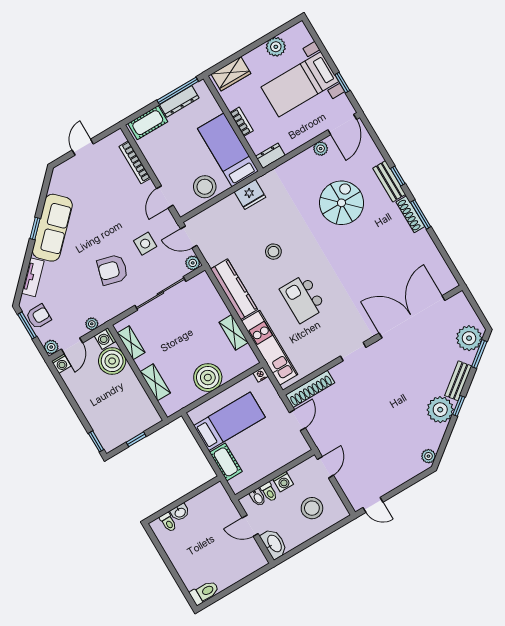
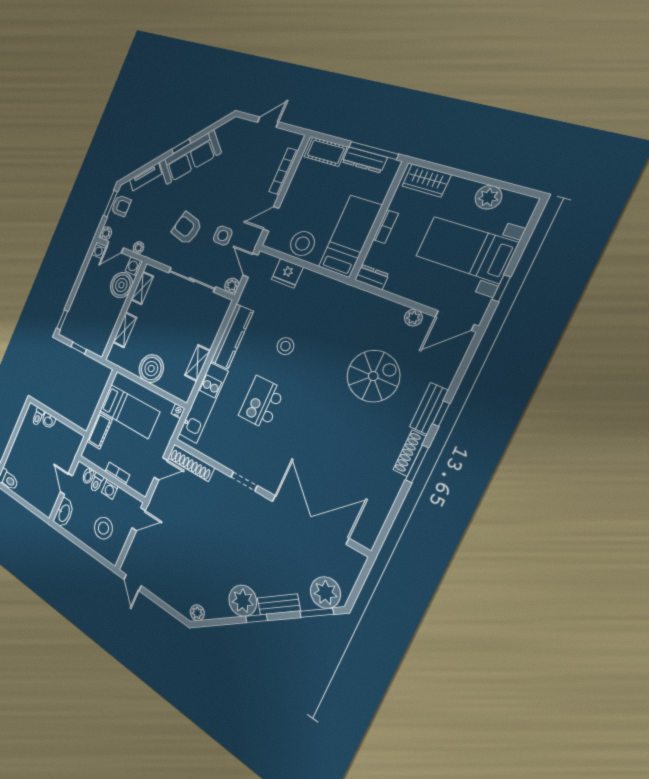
fridge: (250, 194) -> (287, 273), moved
bookcase: (274, 466) -> (117, 473), added

